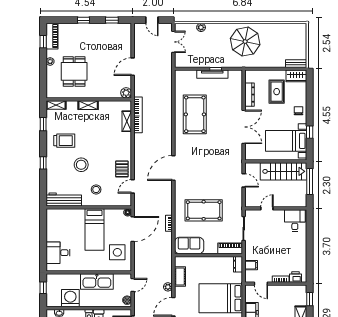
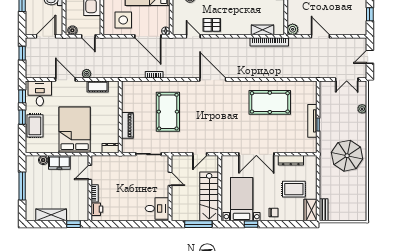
sofa: (189, 246) -> (130, 96), removed
piano: (230, 248) -> (127, 125), moved
filing cabinet: (251, 265) -> (110, 162), removed

